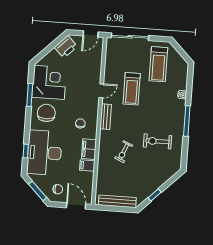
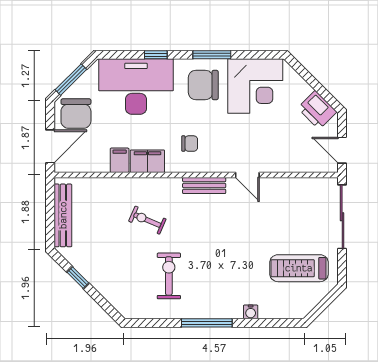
treadmill: (132, 89) -> (255, 226), removed
window: (30, 95) -> (212, 55), moved
chair: (46, 113) -> (203, 85), turned 180
window: (26, 151) -> (156, 55), moved
chair: (58, 189) -> (76, 114), width x1.87, depth x1.87

